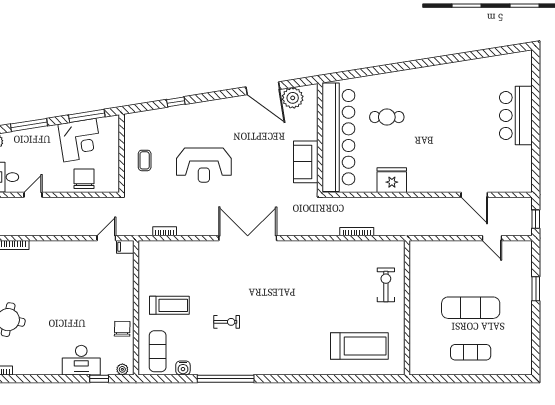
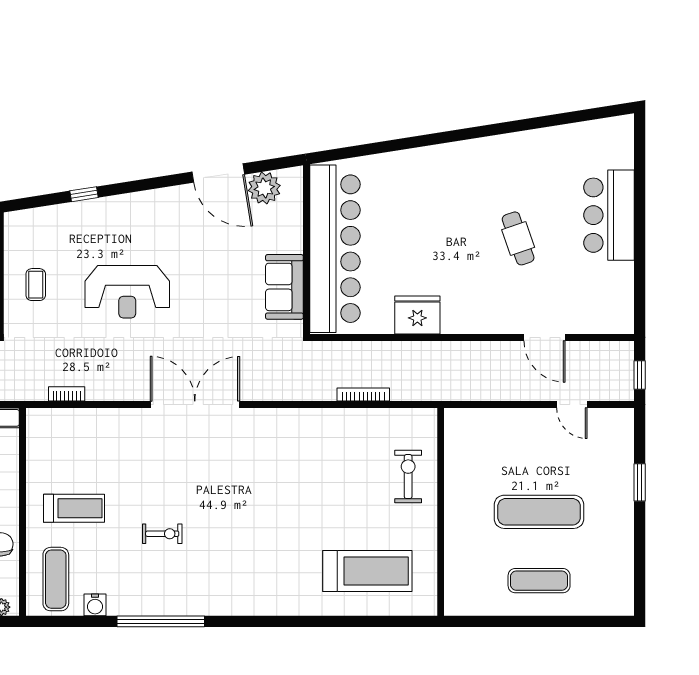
cafe table: (387, 117) -> (518, 238), moved, turned 71

